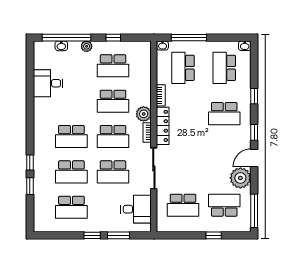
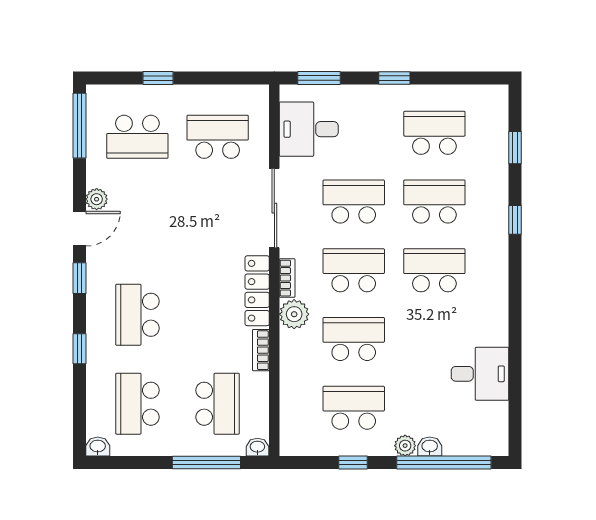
washbasin: (61, 46) -> (430, 447), moved
school desk: (224, 68) -> (137, 404), turned 180
school desk: (224, 114) -> (137, 315), turned -90
plant: (240, 178) -> (97, 199), width x0.53, depth x0.53
window: (30, 186) -> (515, 148), moved
window: (118, 235) -> (319, 78), moved

